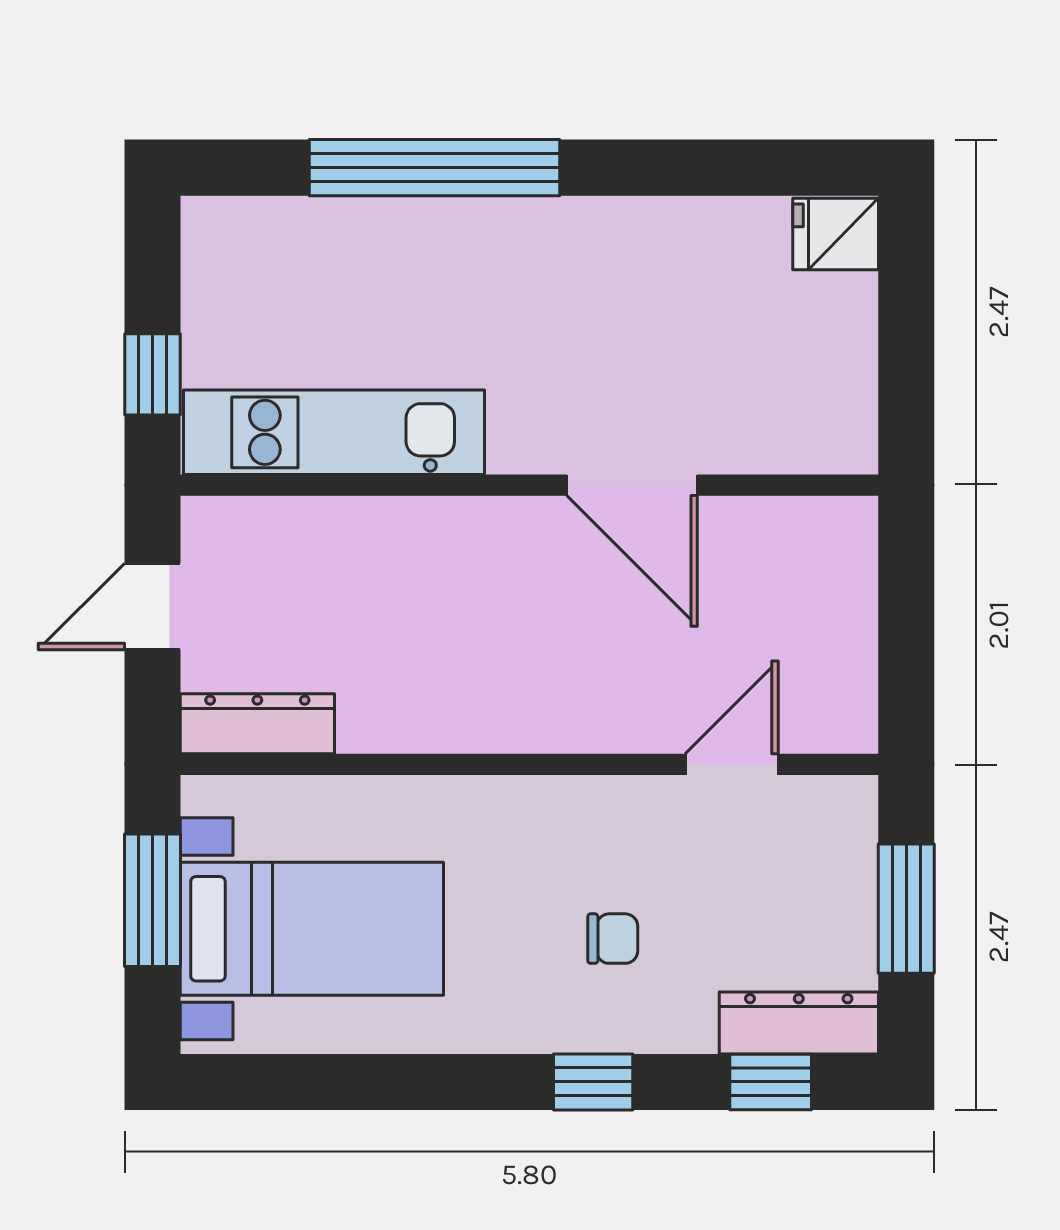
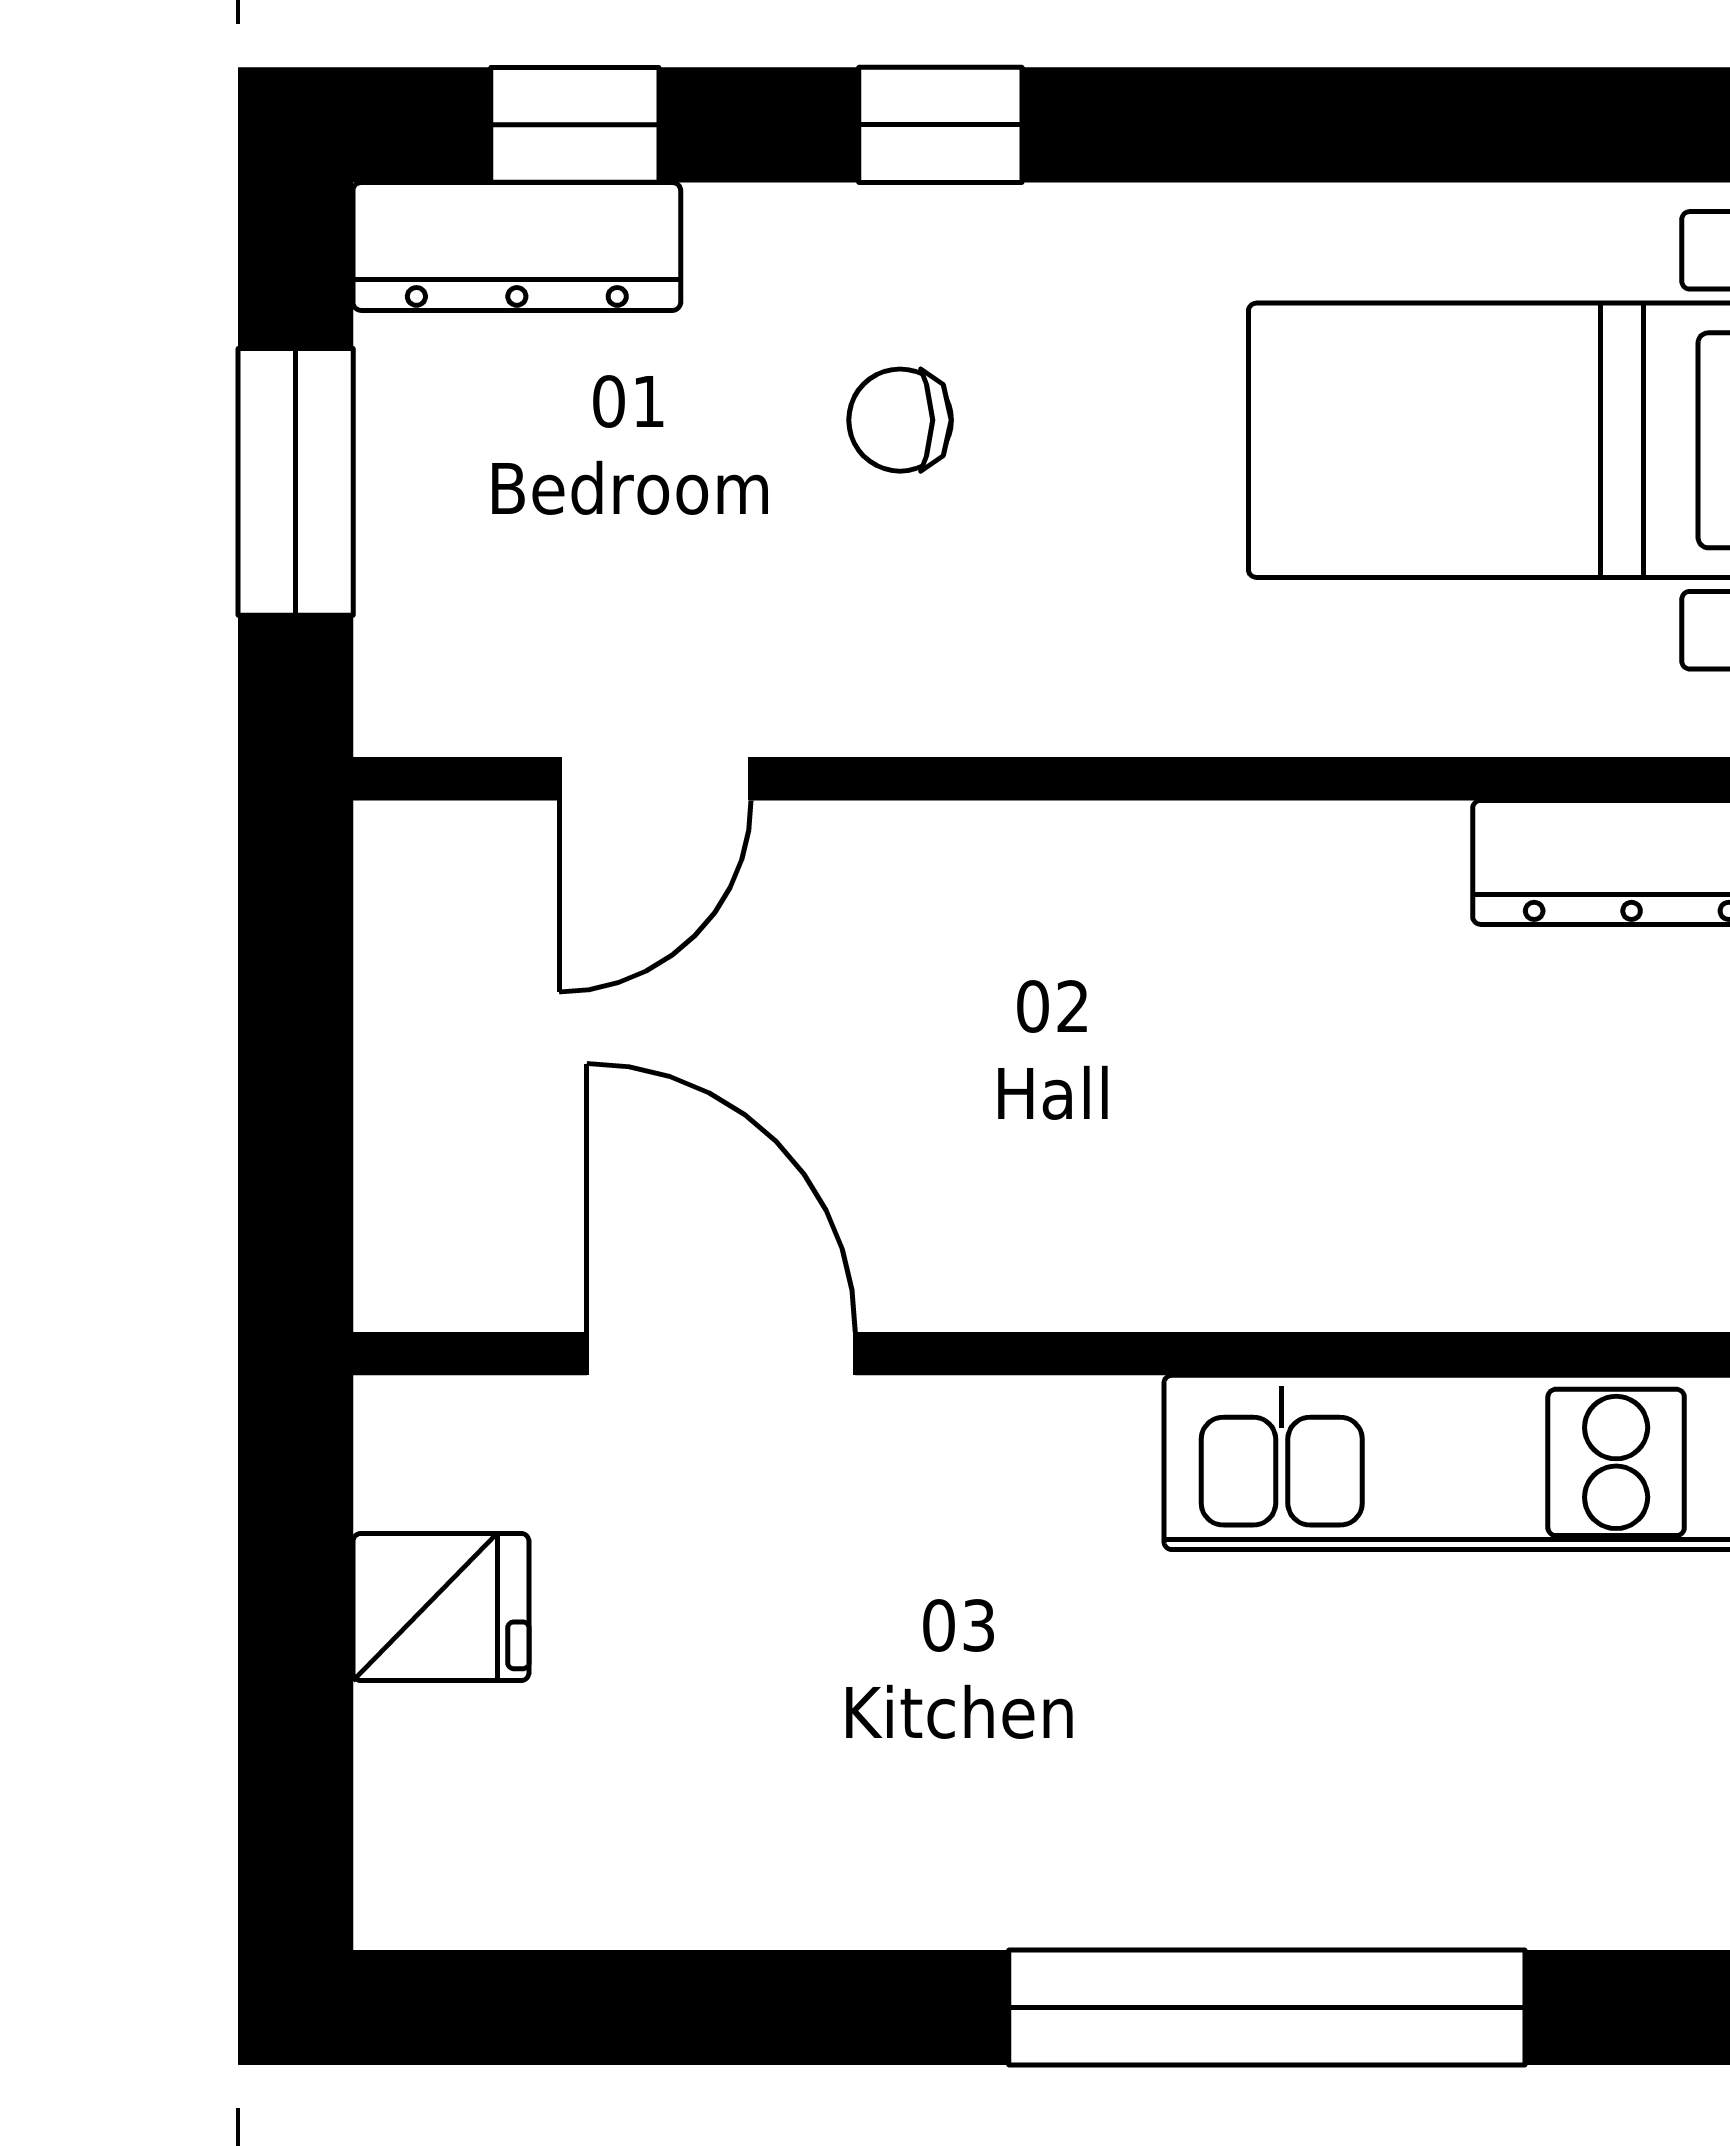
fridge: (836, 234) -> (441, 1607), moved
door: (632, 485) -> (721, 1354), moved

